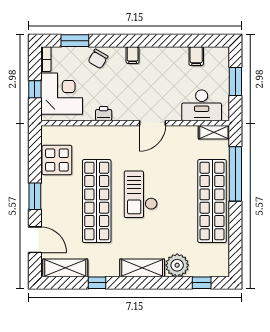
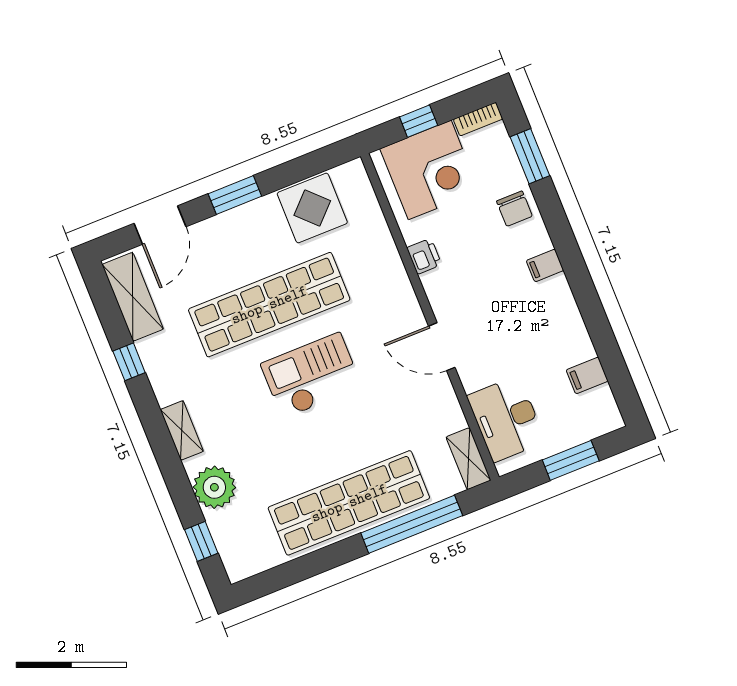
chair: (98, 59) -> (514, 209), turned -120
shelving: (142, 268) -> (182, 430), width x0.67, depth x0.75

